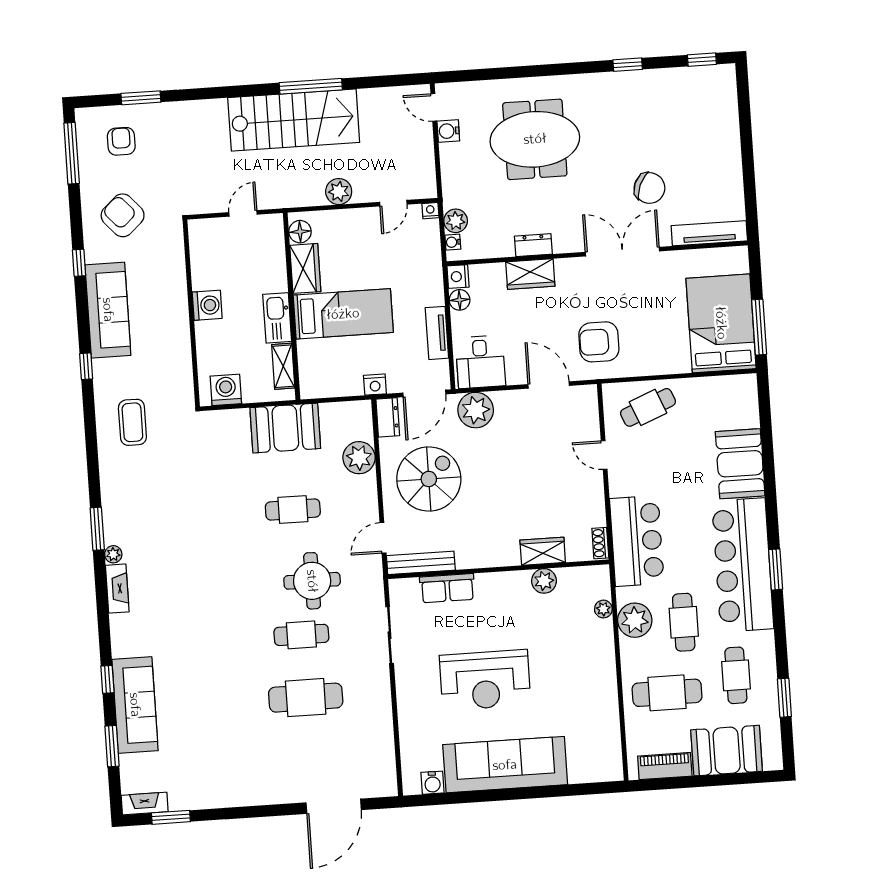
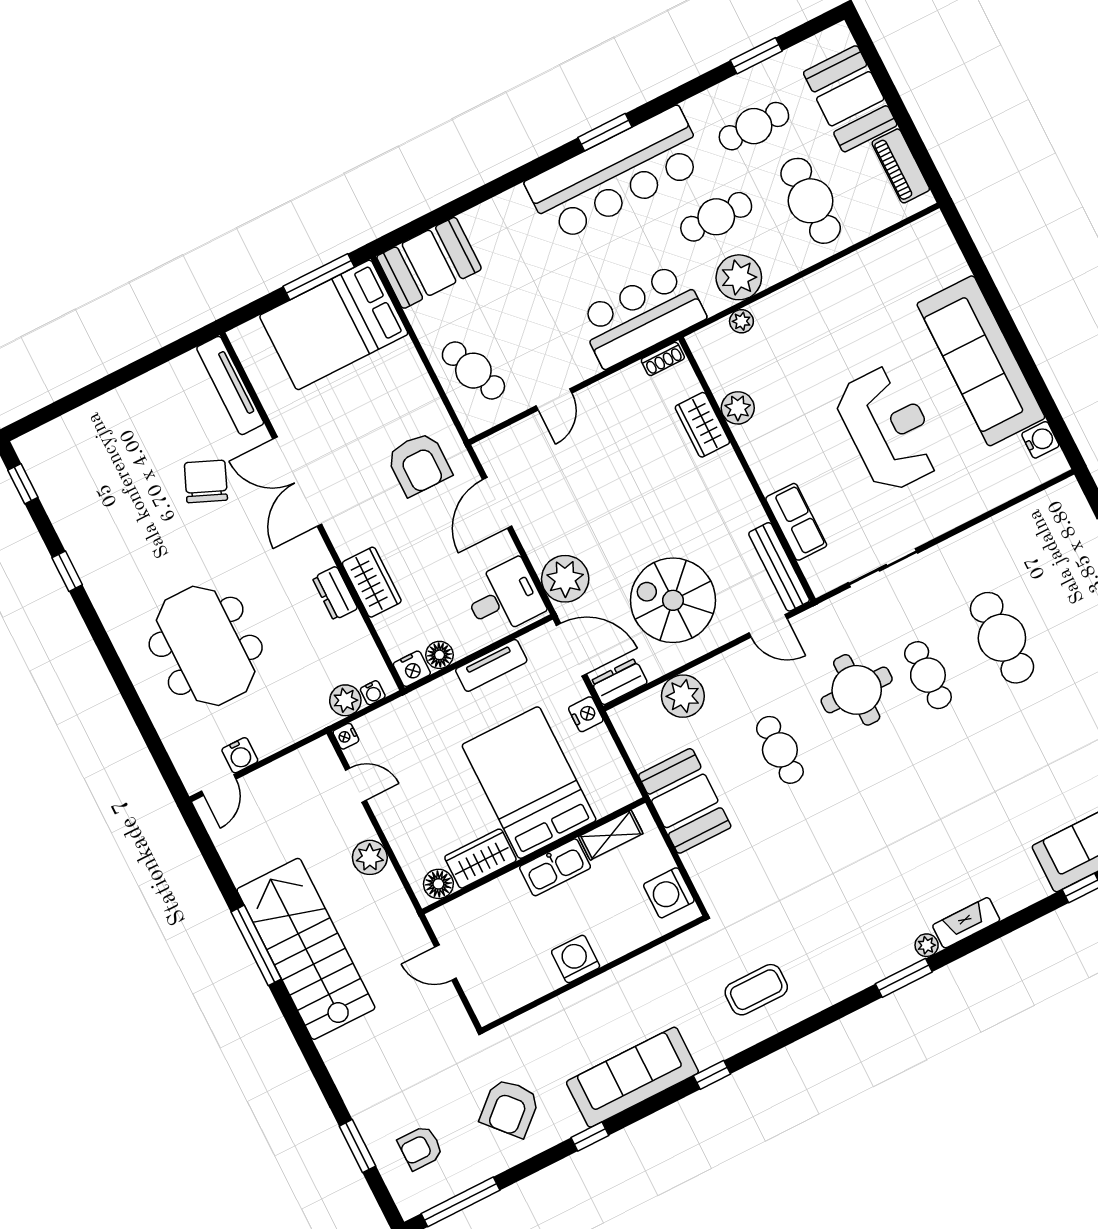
bed: (343, 314) -> (529, 783), width x1.50
booth: (740, 464) -> (429, 263), moved

